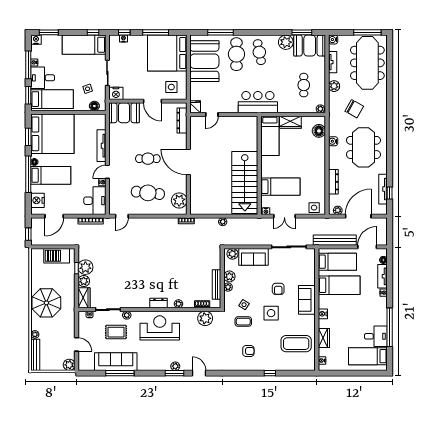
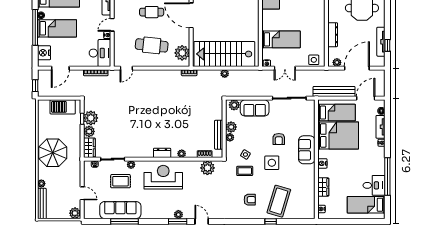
stairs: (245, 183) -> (224, 54), moved, turned 90
bed: (339, 285) -> (338, 135), width x1.50
coffee table: (296, 344) -> (279, 201), moved, turned -73

